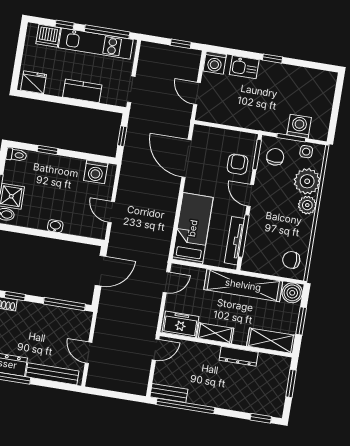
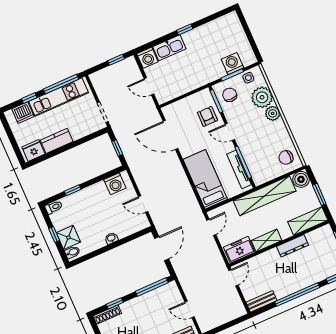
kitchen sink: (244, 67) -> (169, 48), width x1.38
kitchen counter: (82, 91) -> (57, 141), moved
window: (185, 406) -> (297, 295), moved

